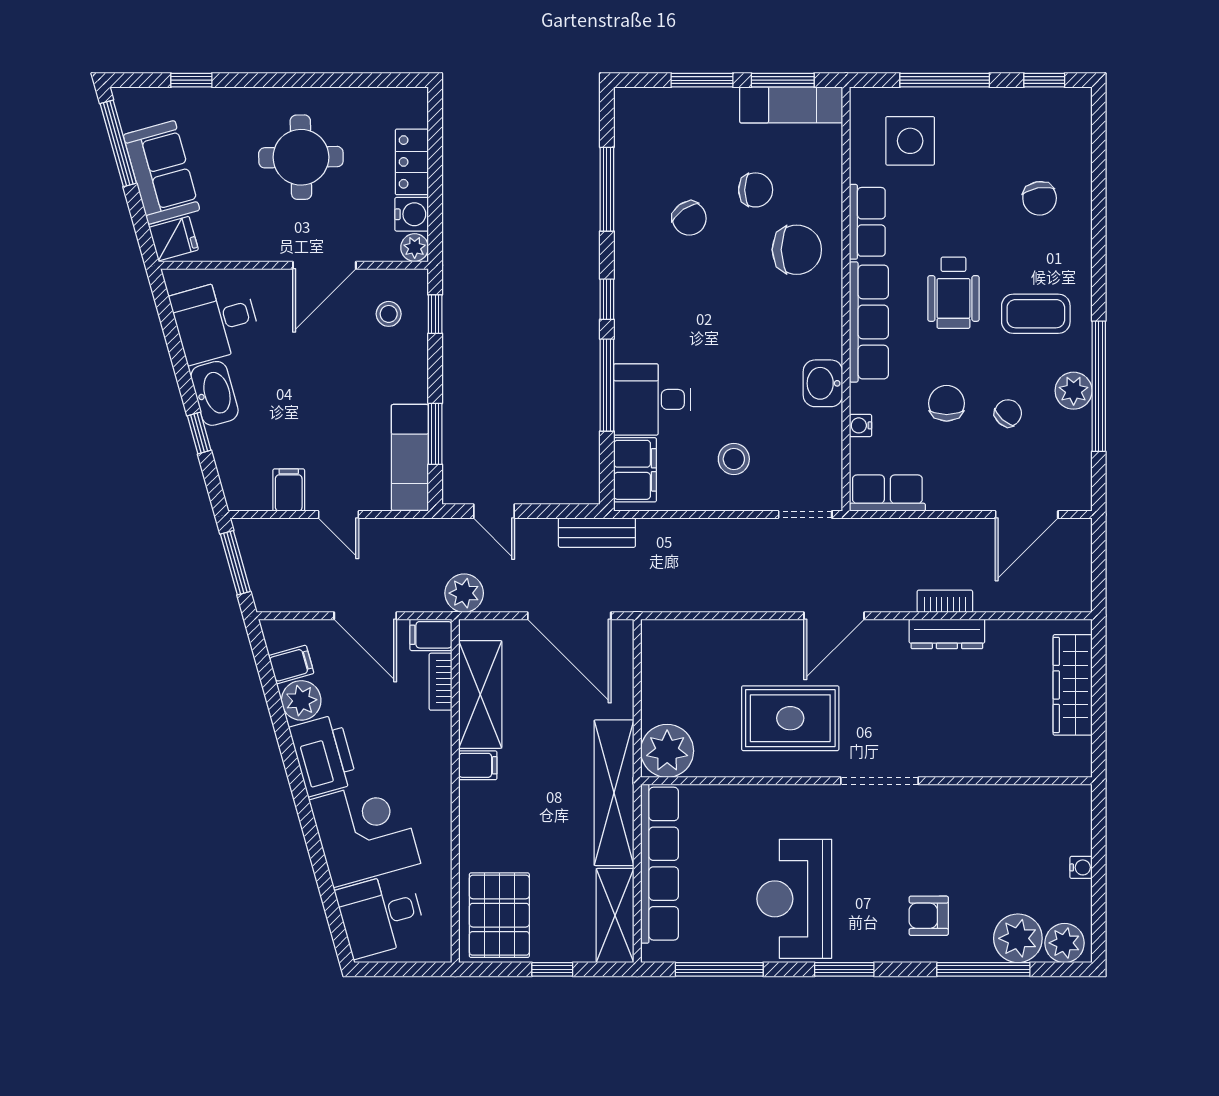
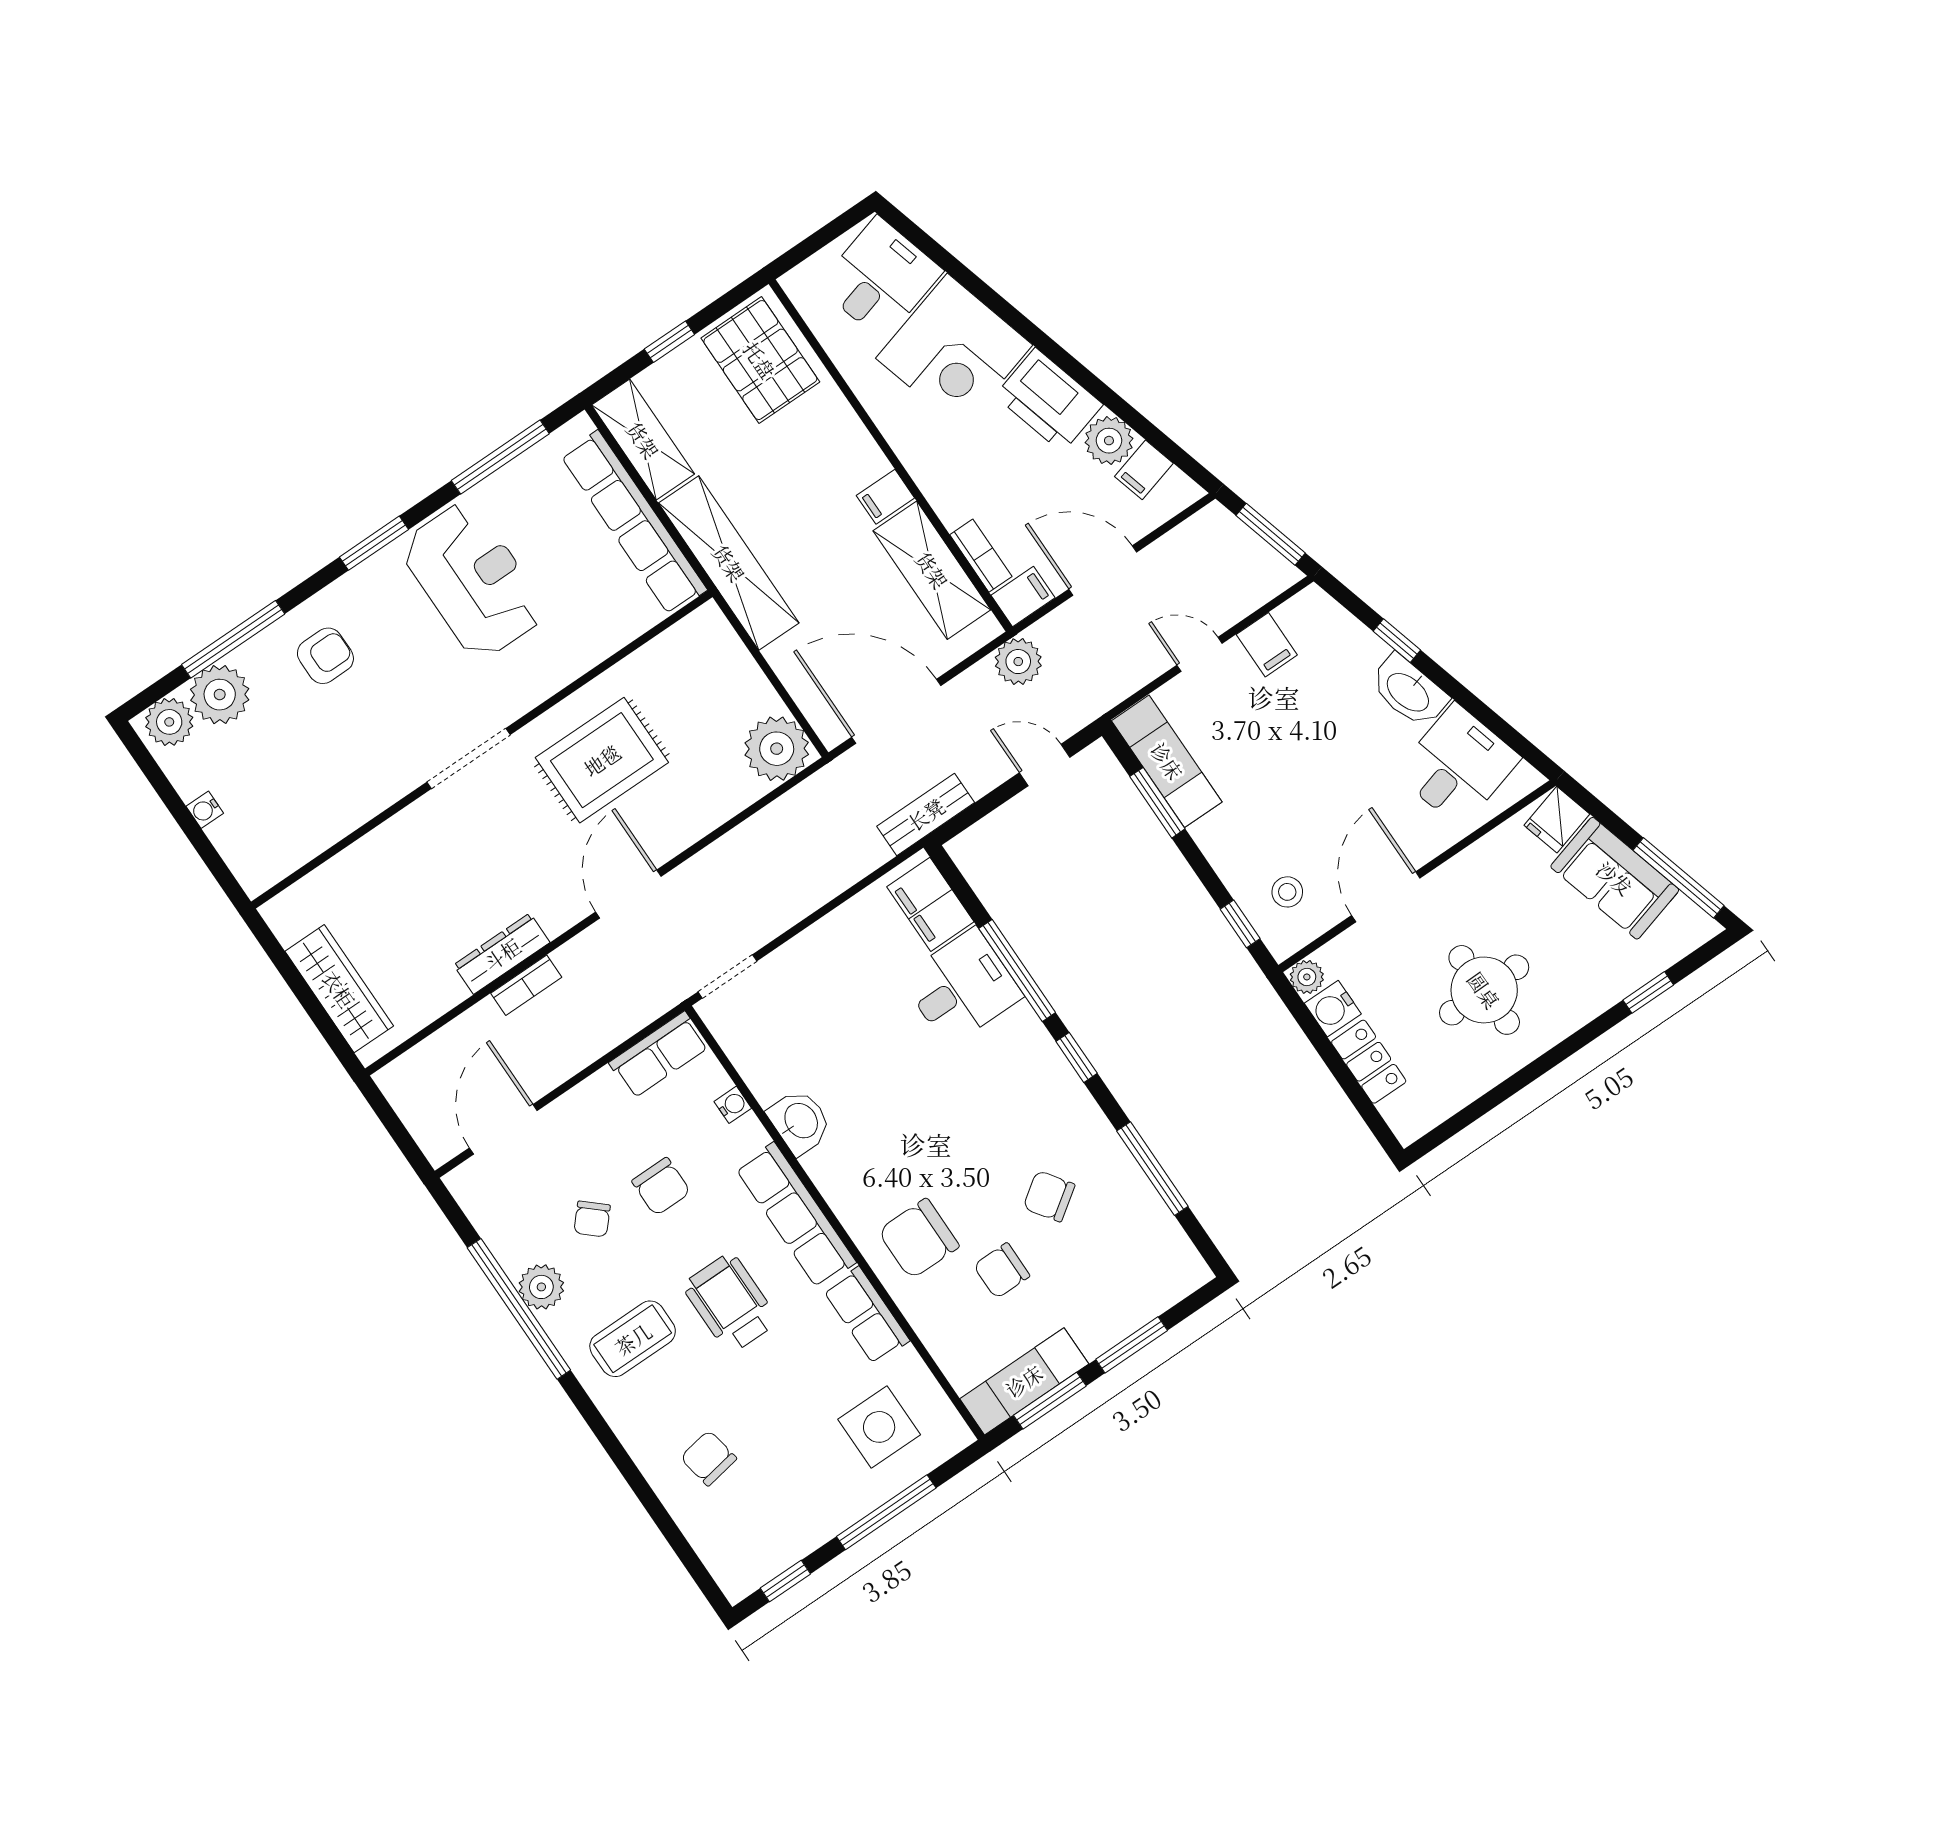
stool: (734, 459) -> (838, 983), removed
plant: (667, 751) -> (777, 749), moved

